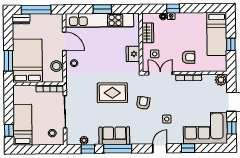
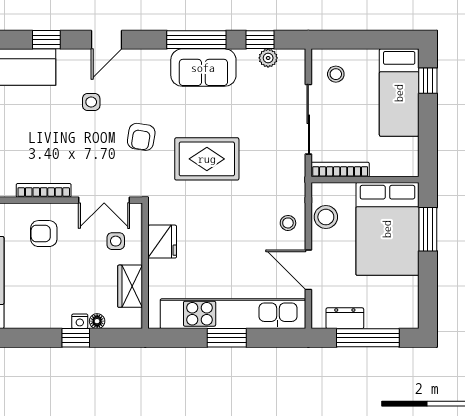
dresser: (21, 19) -> (345, 318), moved

